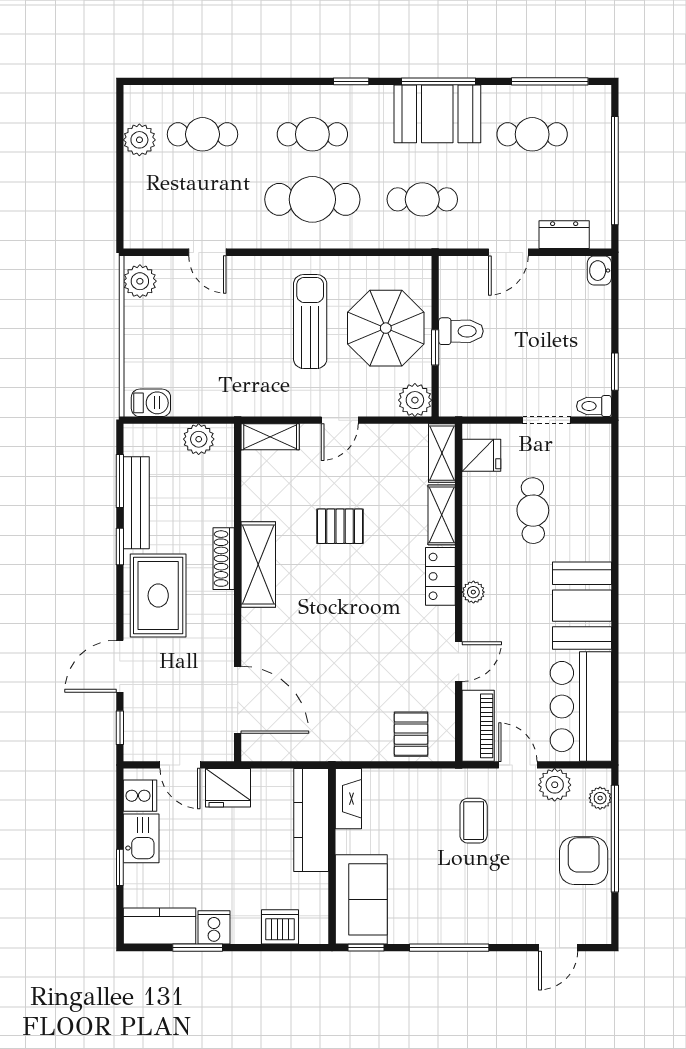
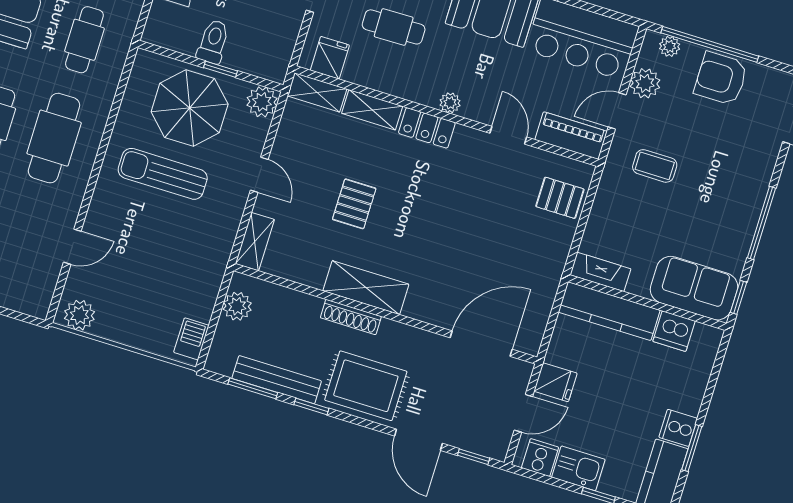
fridge: (228, 788) -> (555, 382), width x0.72
dishwasher: (280, 927) -> (674, 331), moved, turned -90

